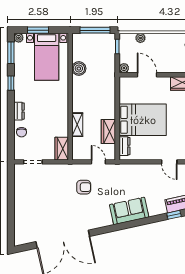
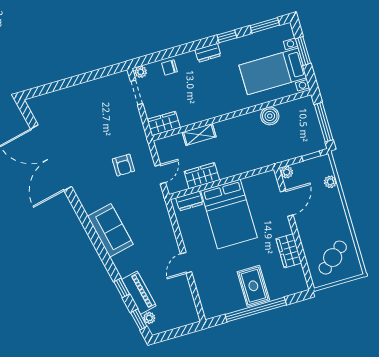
plant: (19, 38) -> (141, 72), moved
dresser: (19, 111) -> (208, 53), moved

